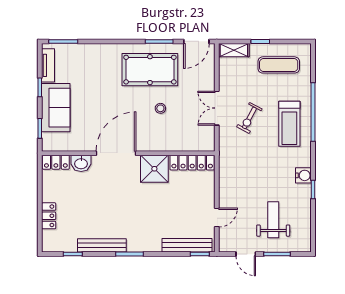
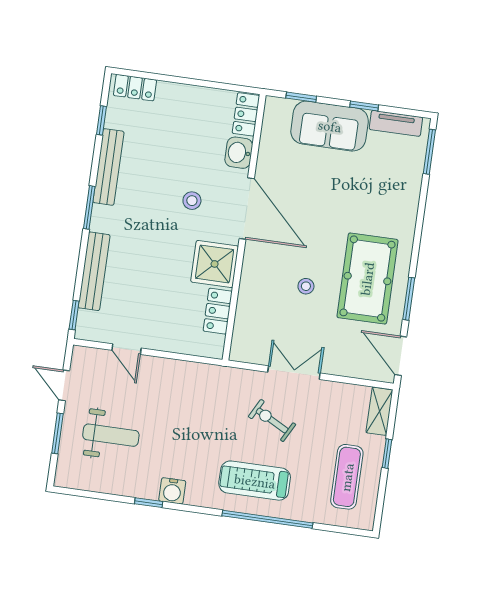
locker: (192, 163) -> (218, 311), width x0.66
stool: (116, 189) -> (192, 201), added
locker: (49, 216) -> (135, 88), moved
bench: (187, 245) -> (94, 271), moved
door: (246, 254) -> (64, 385), hinge flipped

